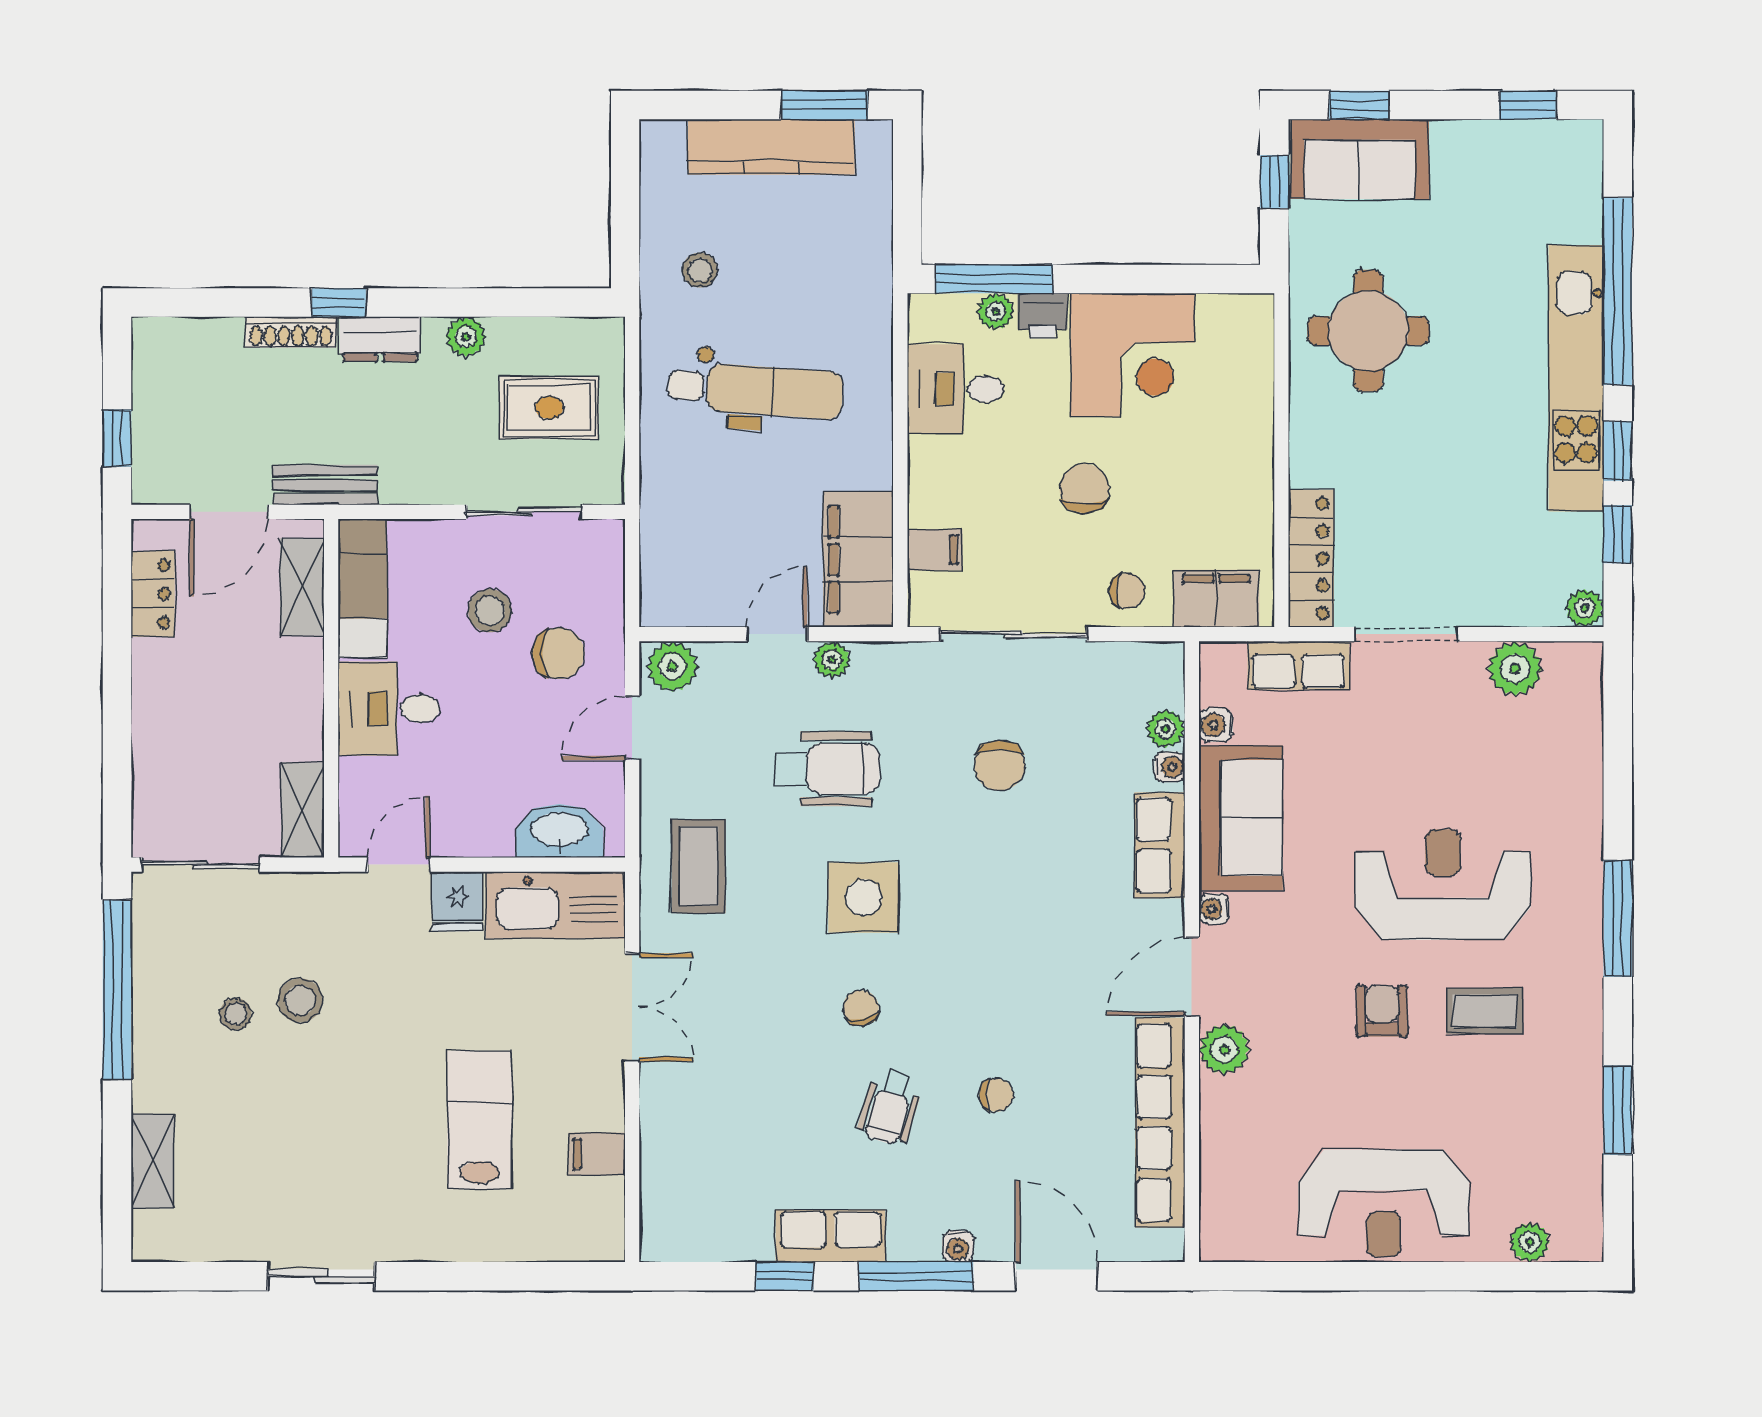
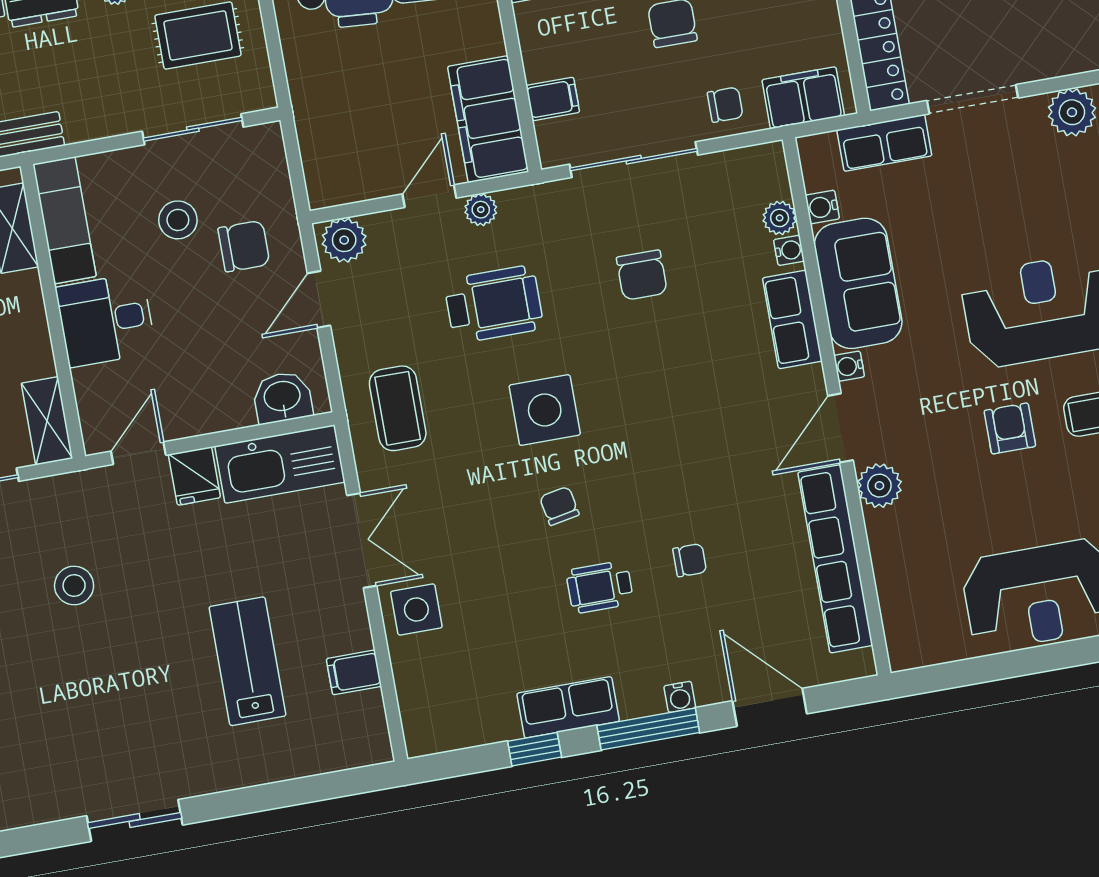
washbasin: (559, 831) -> (282, 397), width x0.72
stool: (236, 1014) -> (20, 607), removed
side table: (680, 1096) -> (416, 609), added
wheelchair: (890, 1107) -> (600, 587), turned 73

